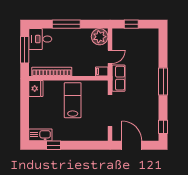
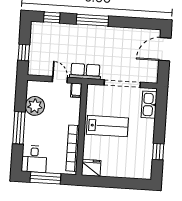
plant: (100, 37) -> (35, 106), moved
lab bench: (73, 100) -> (107, 126), turned 180
window: (163, 127) -> (52, 17), moved
kitchen sink: (40, 135) -> (149, 105), moved
door: (132, 145) -> (165, 49), moved

